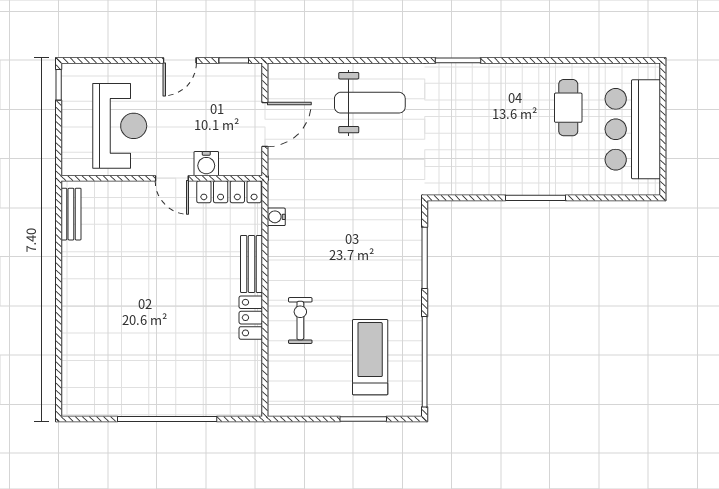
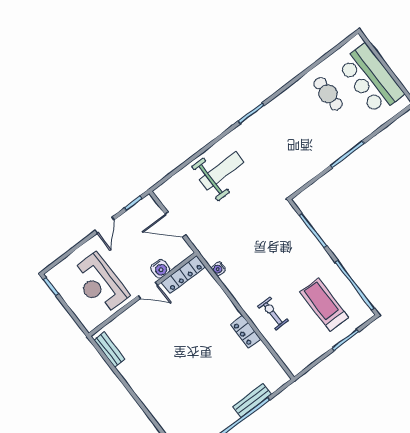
door: (265, 124) -> (175, 225), swing flipped
reception desk: (120, 126) -> (100, 284), turned 180
bench: (252, 264) -> (252, 400), moved, turned 90

